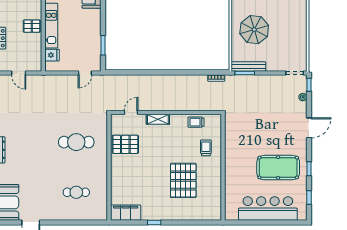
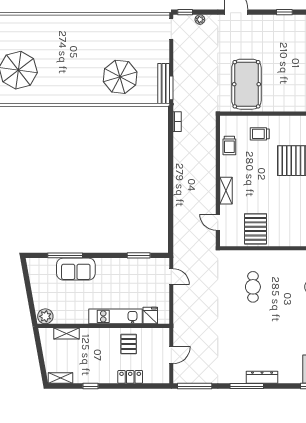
pallet: (32, 26) -> (129, 344), moved
cafe table: (76, 142) -> (253, 287), width x0.73, depth x0.74
pool table: (278, 168) -> (246, 84), moved

